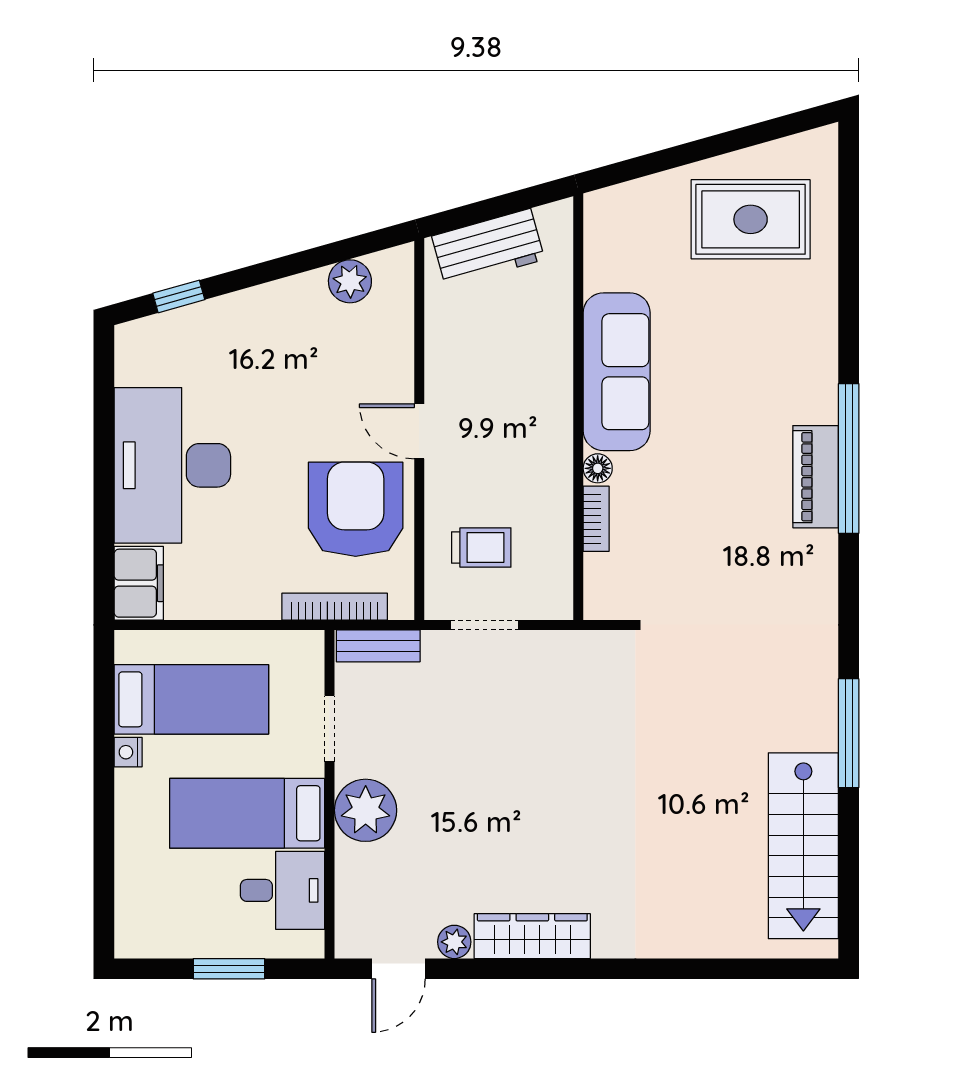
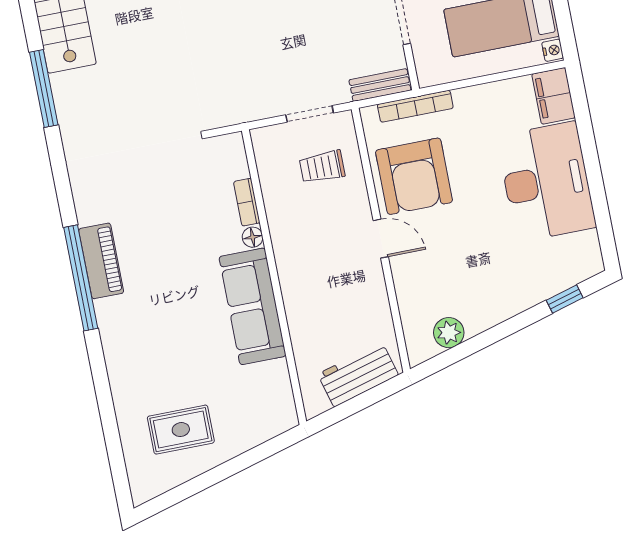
rug: (751, 219) -> (181, 430), width x0.73, depth x0.70
nightstand: (127, 647) -> (553, 50), added

